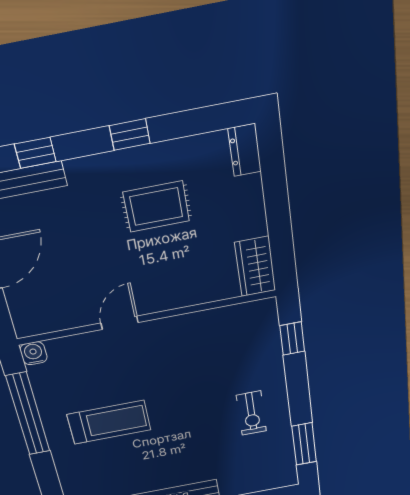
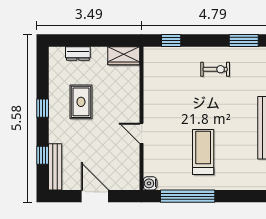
dresser: (245, 150) -> (78, 53), moved

